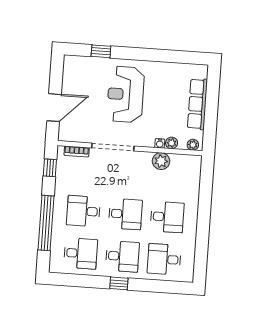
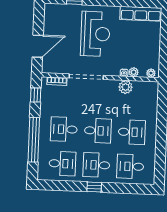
reception desk: (126, 94) -> (95, 34), turned 180
row of seats: (197, 104) -> (141, 14), moved, turned -90
desk: (122, 256) -> (96, 165), turned 180

